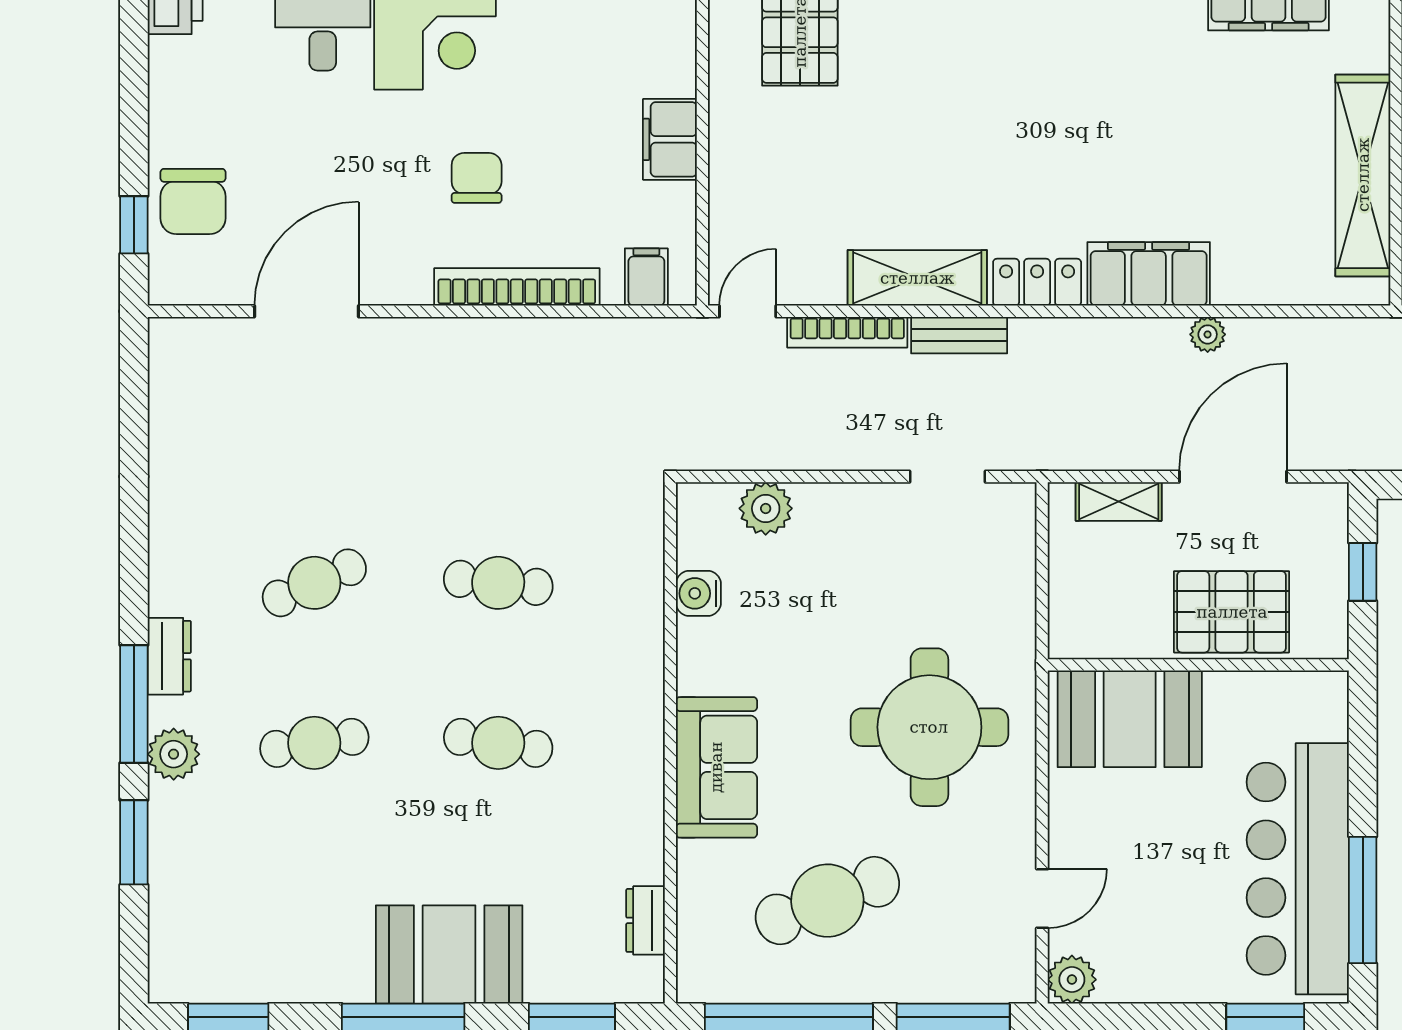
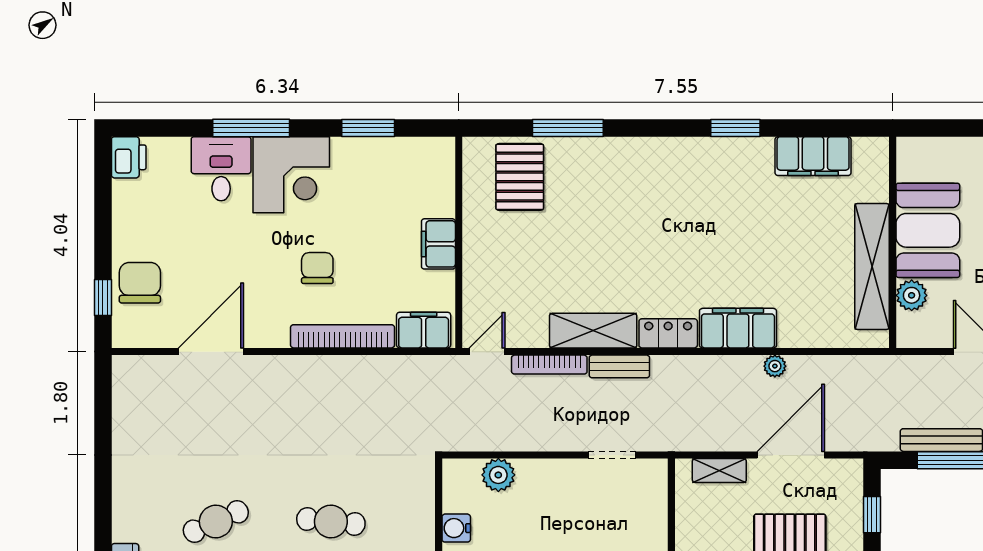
chair: (193, 201) -> (140, 283), turned 180
filing cabinet: (646, 277) -> (424, 330), width x2.00

